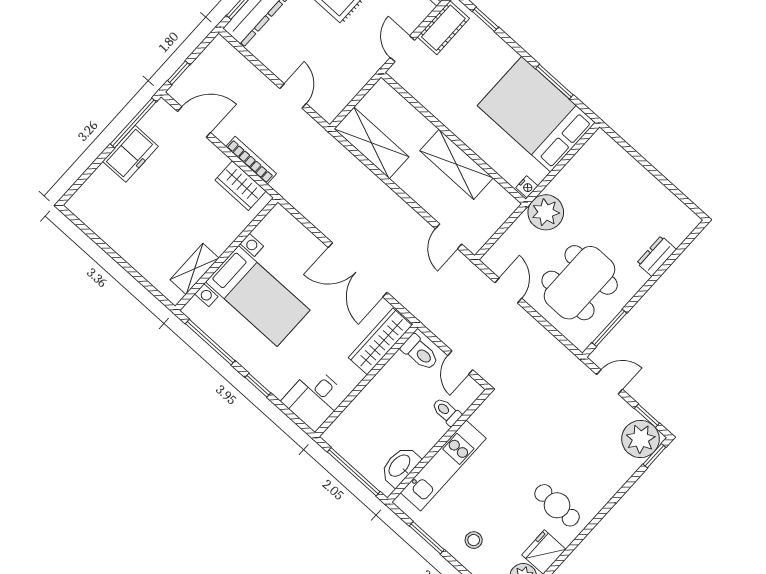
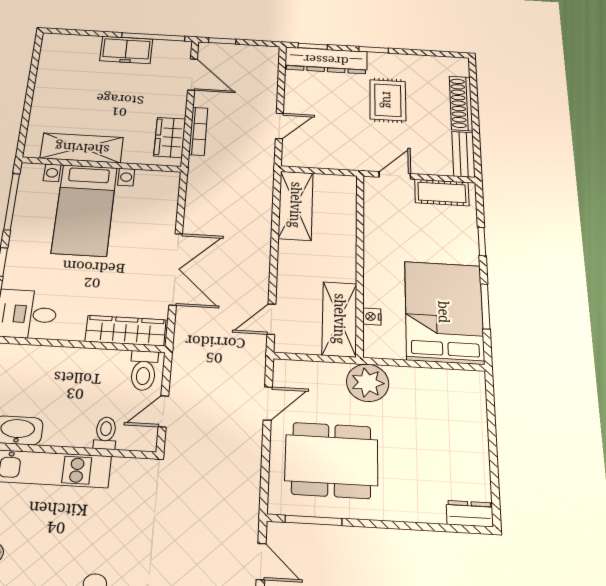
window: (485, 19) -> (482, 242), moved
shelving: (456, 164) -> (340, 319), moved
nightstand: (527, 187) -> (372, 317), moved, turned 90
dresser: (656, 256) -> (470, 514), moved
shelving: (194, 269) -> (82, 148), width x1.50, depth x1.33
double door: (358, 270) -> (176, 269), swing flipped

